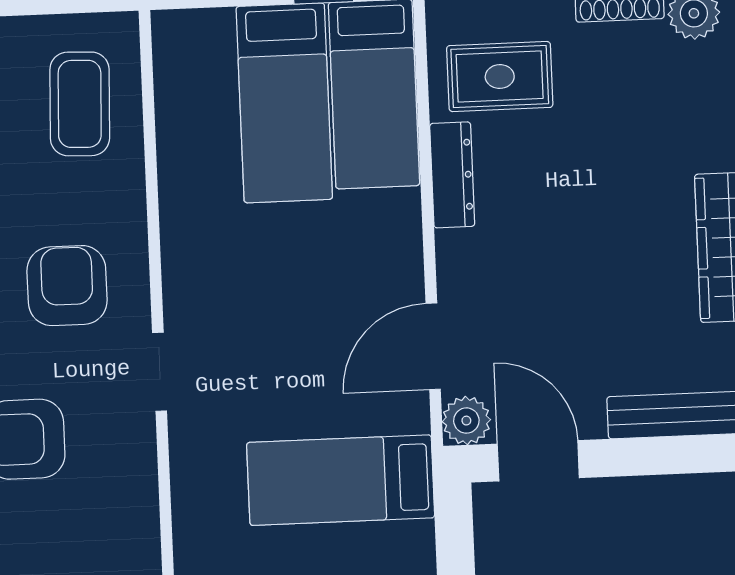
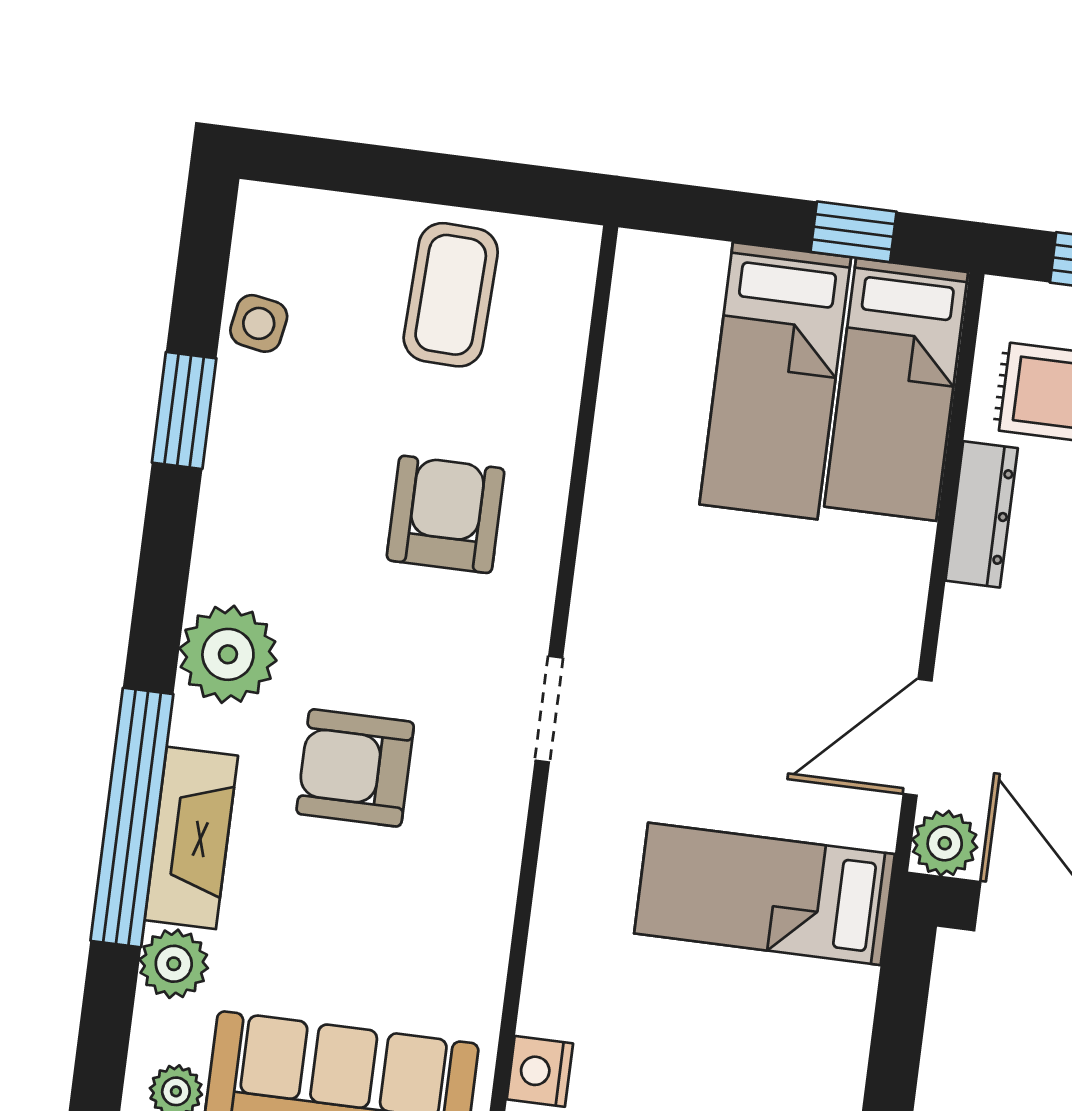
coffee table: (80, 104) -> (451, 295), moved
armchair: (67, 286) -> (446, 514), moved

